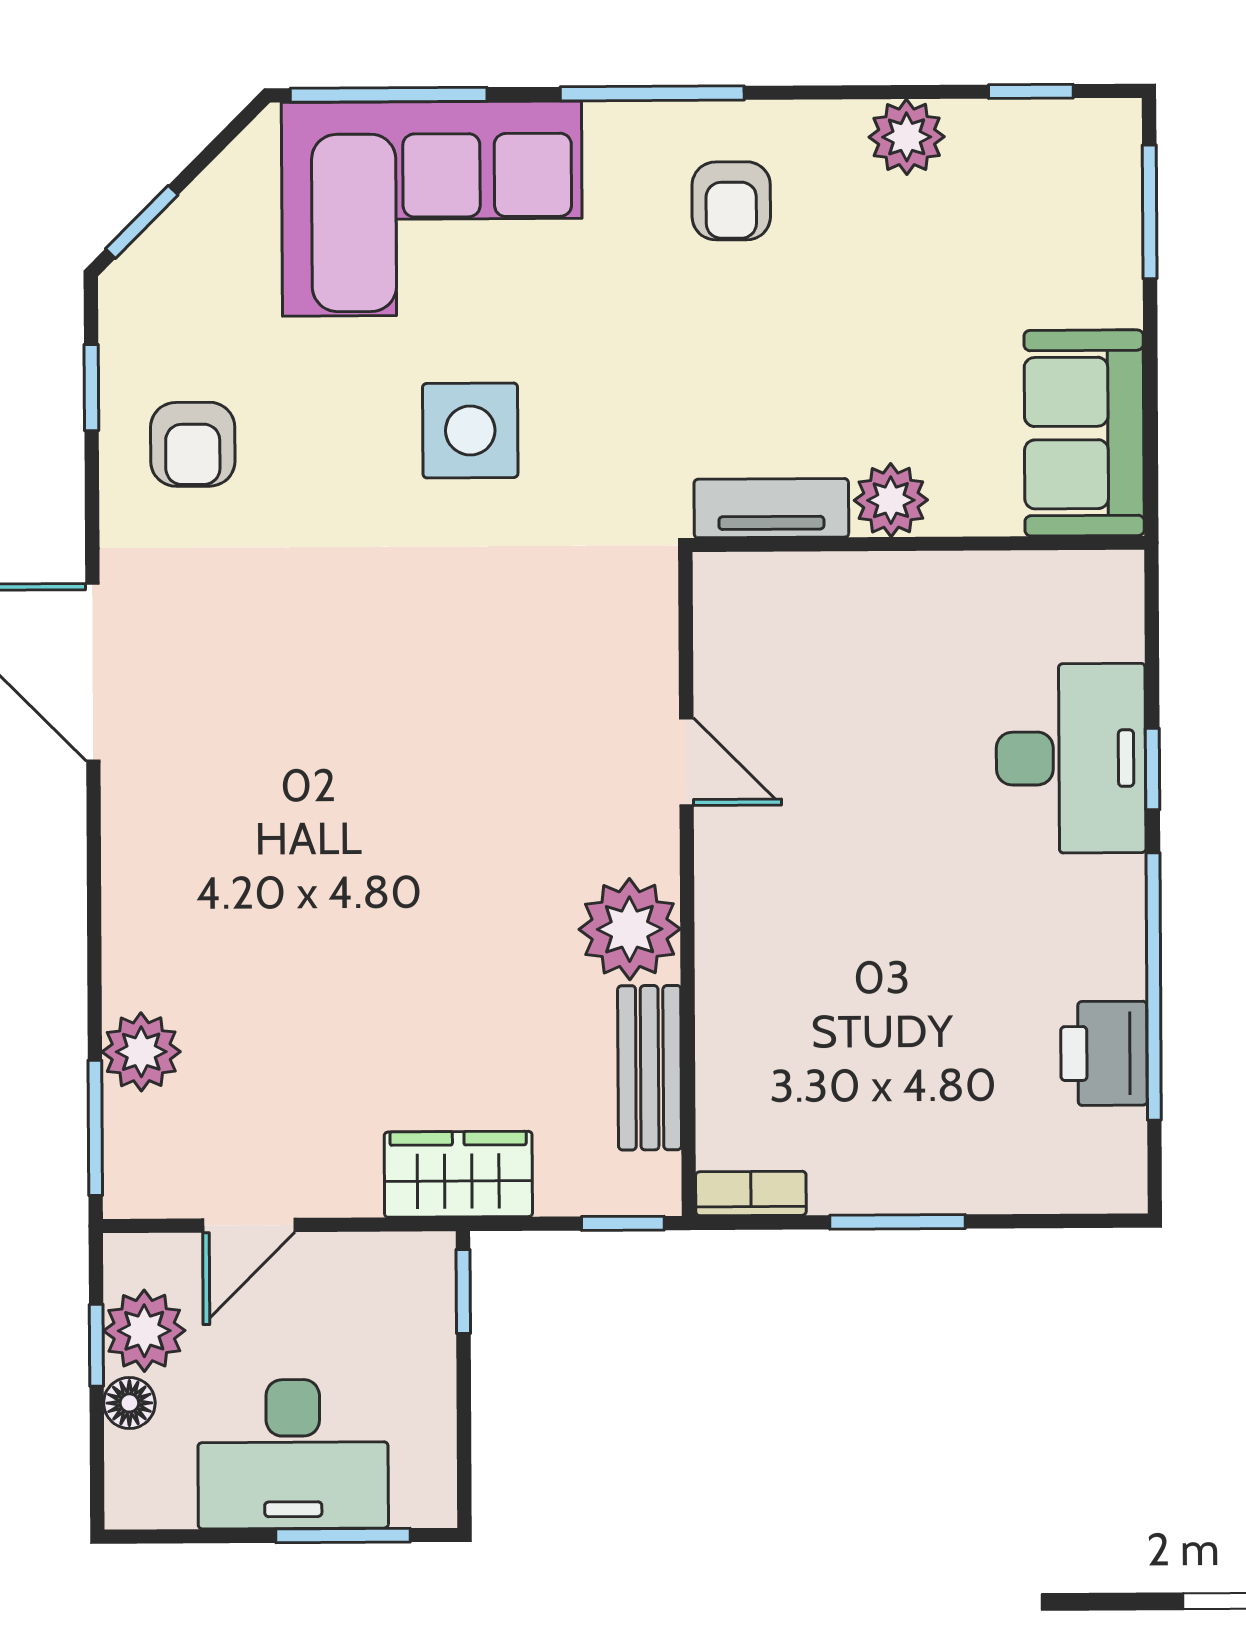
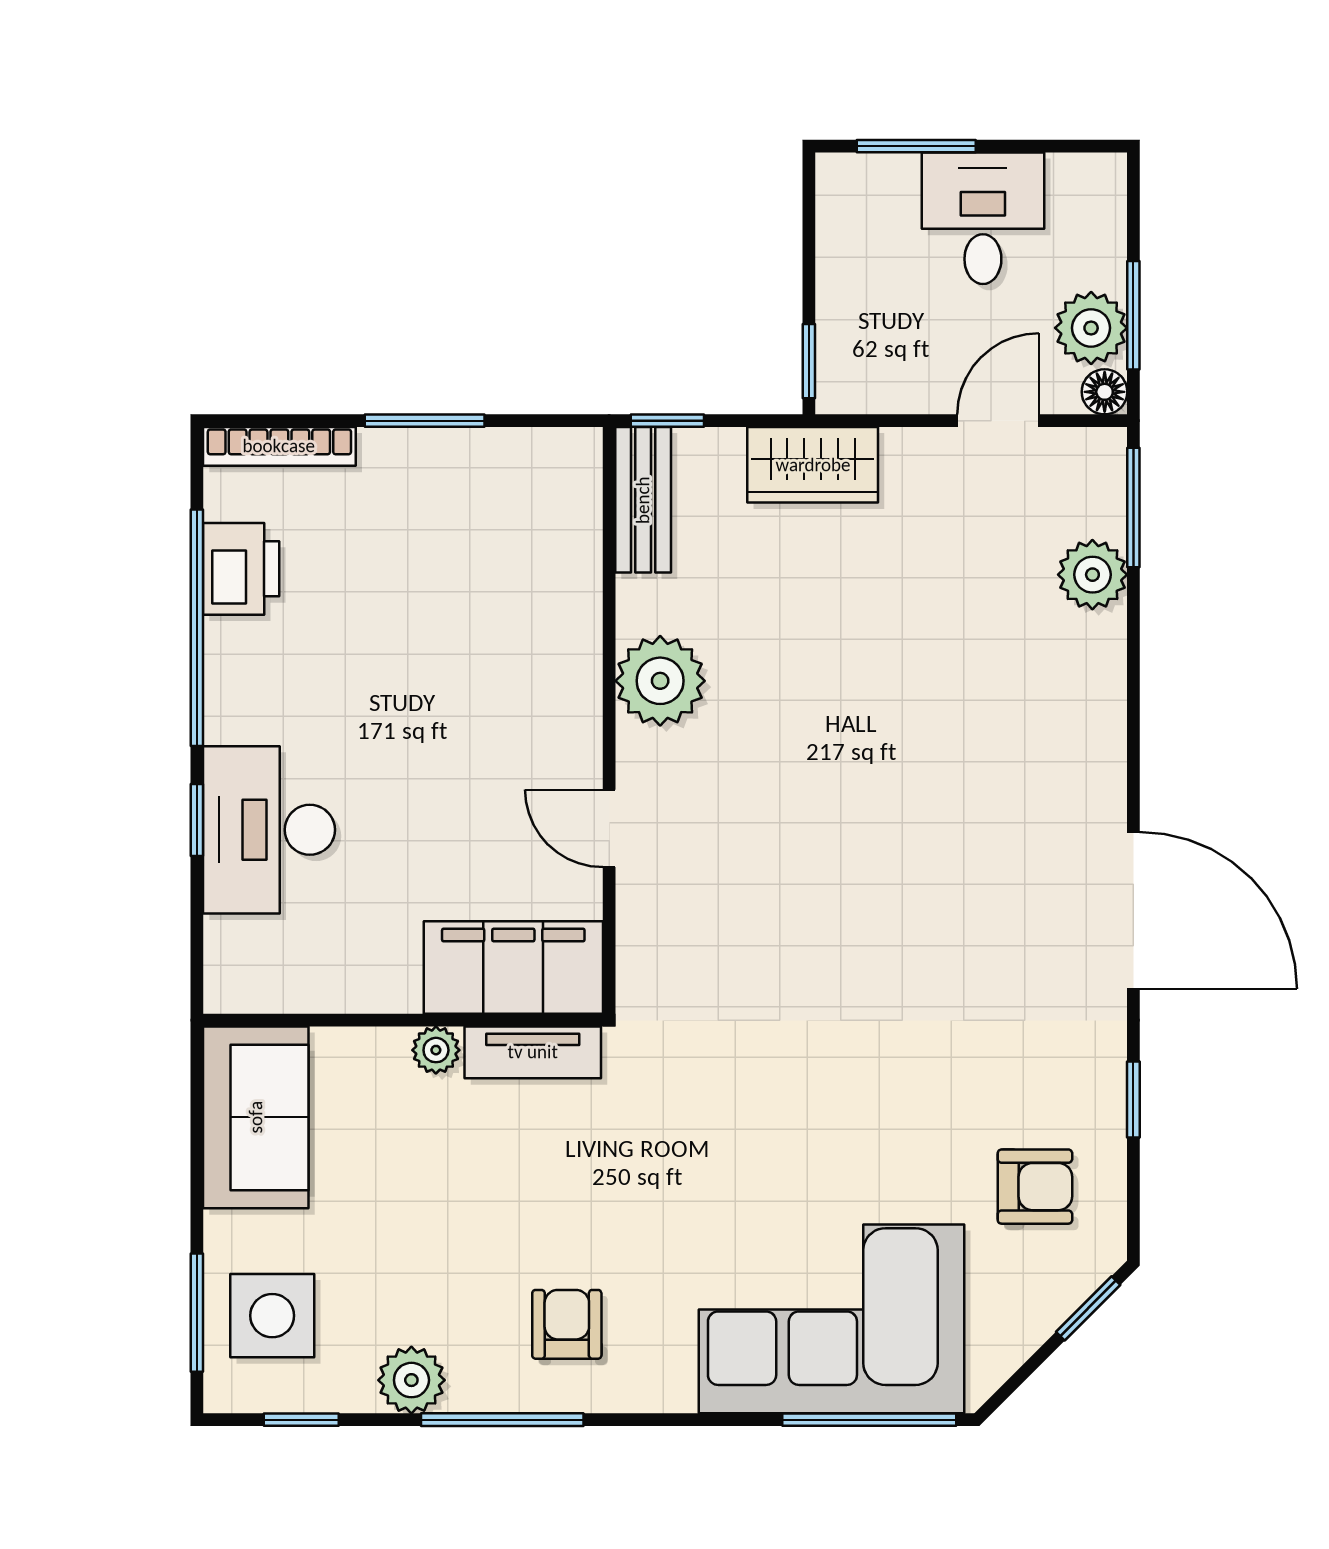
window: (652, 93) -> (502, 1420), moved
window: (91, 388) -> (1133, 1099), moved
side table: (470, 430) -> (272, 1316), moved
armchair: (193, 444) -> (1035, 1187), moved, turned 90
plant: (891, 500) -> (436, 1050), width x0.73, depth x0.73
filing cabinet: (794, 604) -> (513, 967), added
bench: (650, 1068) -> (643, 500), moved
bookcase: (751, 1194) -> (279, 446), moved, width x1.56
window: (96, 1345) -> (1133, 315), width x1.50
floor lamp: (129, 1403) -> (1105, 392), moved
desk: (293, 1454) -> (983, 218), width x0.73

